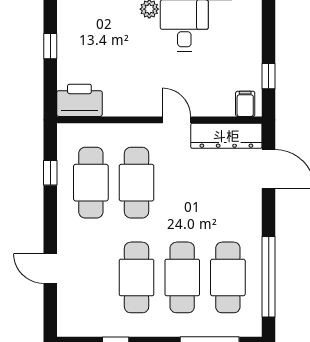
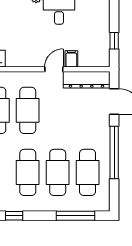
filing cabinet: (245, 104) -> (71, 59), moved
door: (177, 120) -> (54, 69), hinge flipped
window: (269, 277) -> (114, 153), moved

